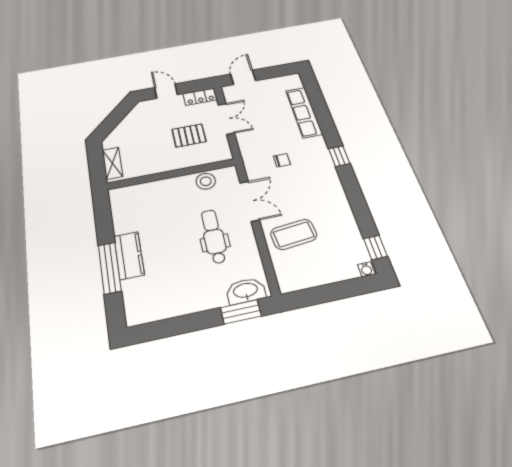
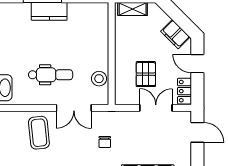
door: (166, 91) -> (197, 64), swing flipped
filing cabinet: (136, 117) -> (175, 34), added
double door: (226, 119) -> (156, 108), swing flipped

